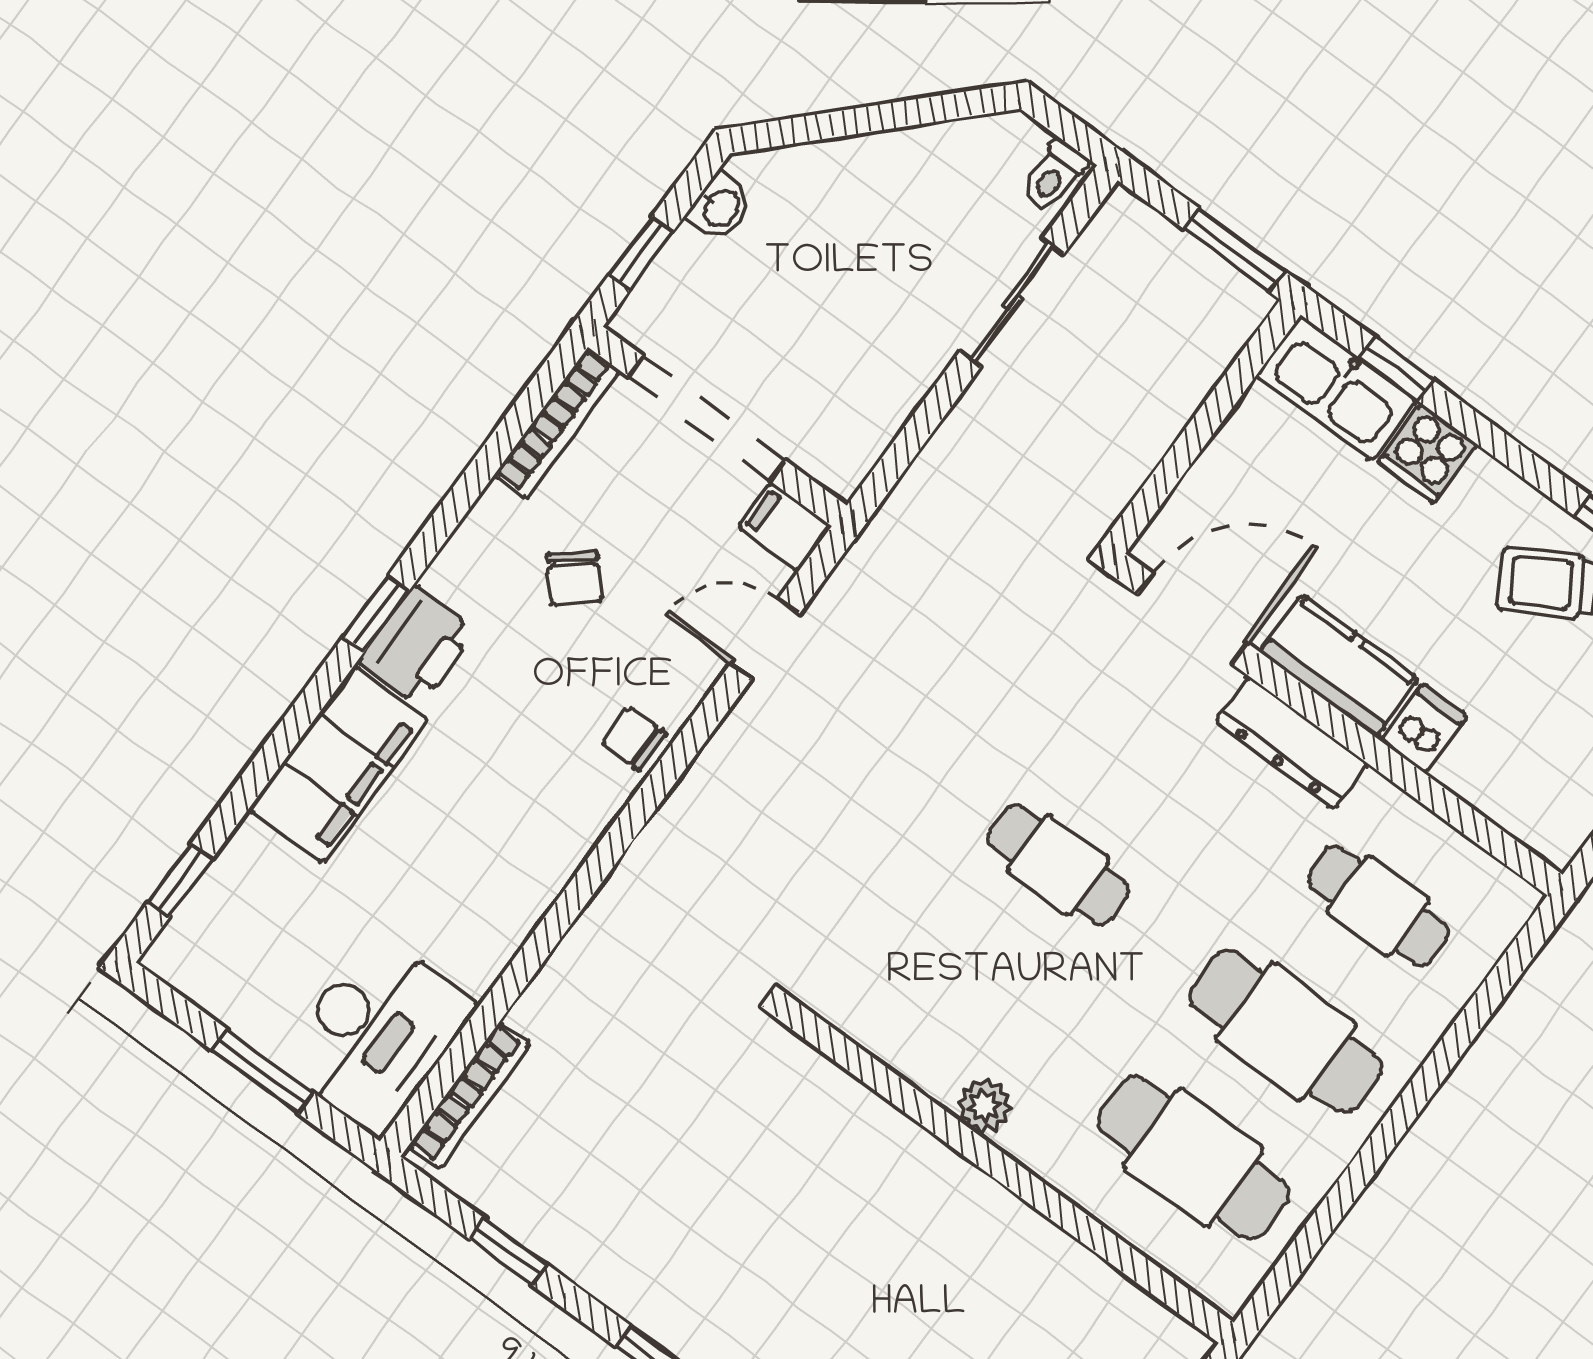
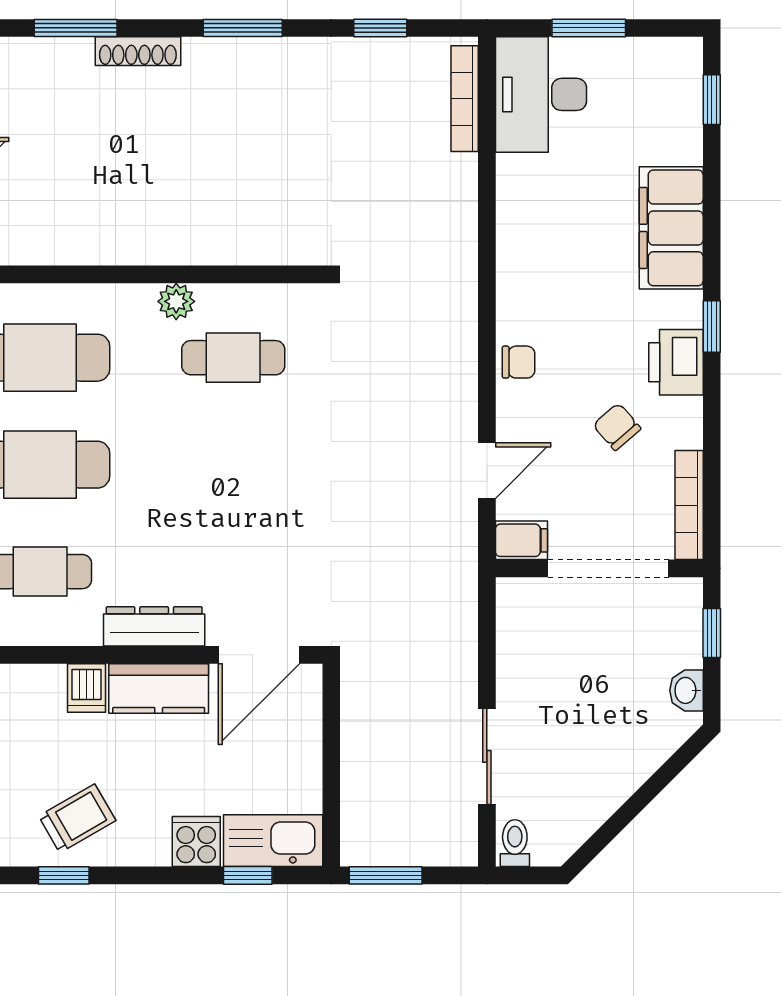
printer: (417, 646) -> (676, 362), moved
cafe table: (1058, 865) -> (233, 358), moved

